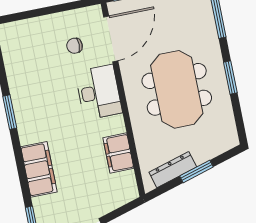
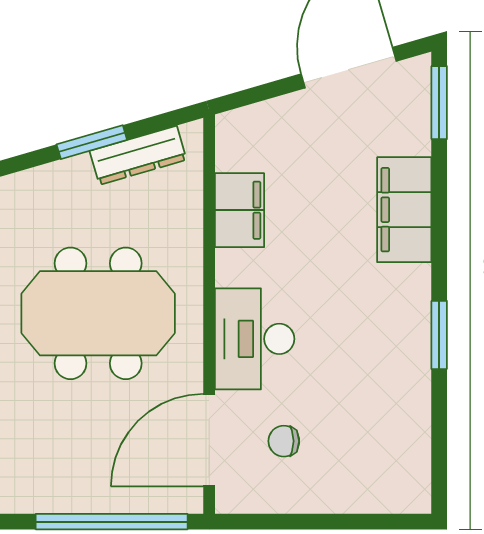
chair: (75, 46) -> (284, 441), turned 180
meeting table: (177, 89) -> (98, 313), turned 90

